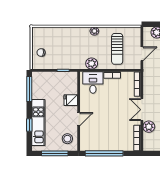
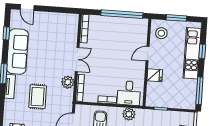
plant: (149, 127) -> (68, 82), moved
window: (55, 153) -> (176, 18), width x0.69

